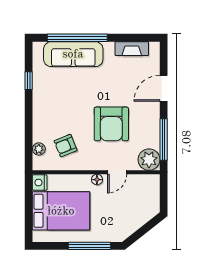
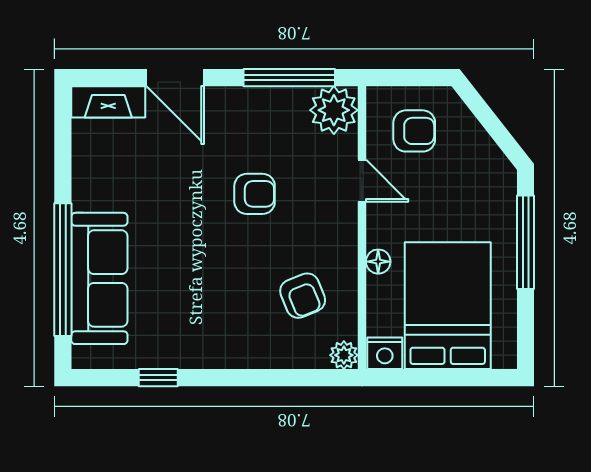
fireplace: (132, 49) -> (108, 102), moved, turned 90
armchair: (111, 124) -> (255, 194), width x0.53, depth x0.53
plant: (39, 149) -> (344, 355), moved
floor lamp: (97, 180) -> (378, 262), moved
armchair: (140, 196) -> (414, 131), added

